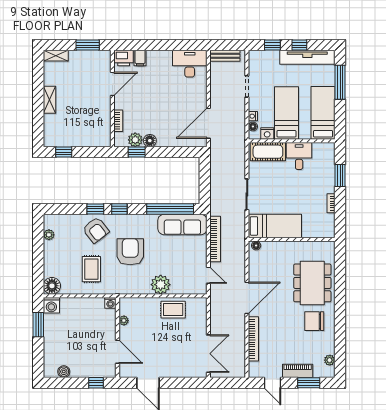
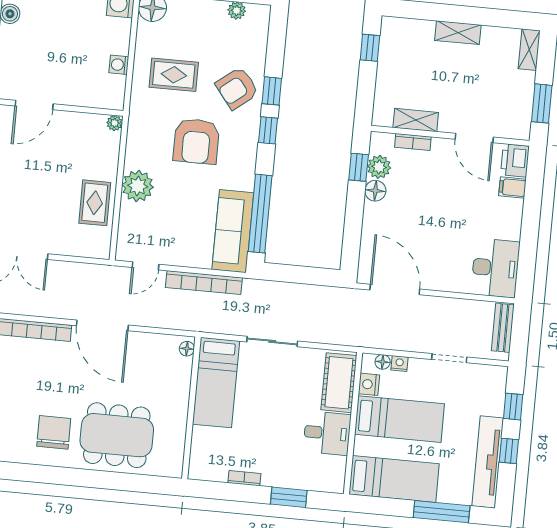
shelving: (105, 120) -> (416, 120), added
armchair: (130, 252) -> (196, 141), turned 90
washing machine: (110, 303) -> (119, 65), moved
plant: (124, 321) -> (115, 123), moved

